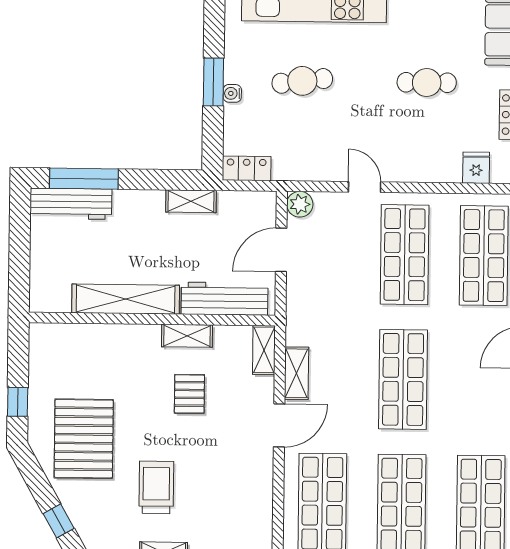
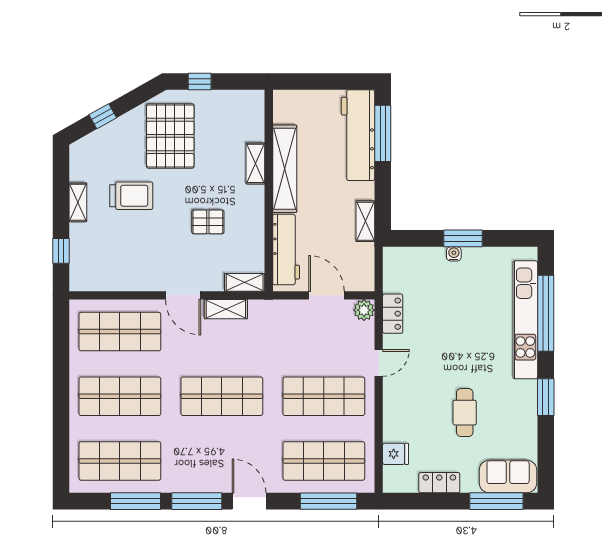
cafe table: (302, 81) -> (465, 311), removed
locker: (247, 168) -> (393, 314), moved
workbench: (71, 204) -> (358, 135), width x1.36, depth x1.32
shelving: (187, 336) -> (255, 163), moved
pallet: (84, 439) -> (170, 136), turned 90

